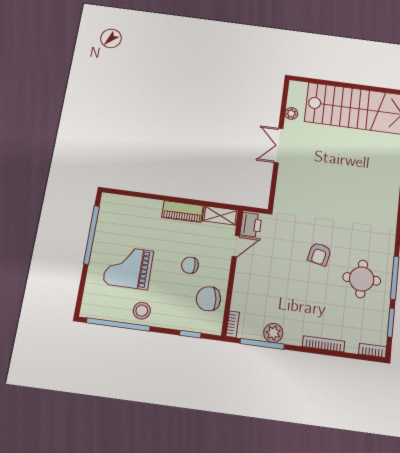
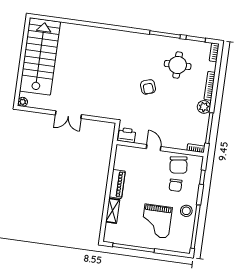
plant: (291, 113) -> (23, 102), moved
shelving: (220, 215) -> (113, 211), moved
door: (236, 246) -> (154, 148), moved
armchair: (319, 254) -> (148, 87), turned 59
chair: (190, 265) -> (176, 185), moved
round table: (362, 279) -> (178, 65), moved
plant: (273, 333) -> (204, 107), moved

